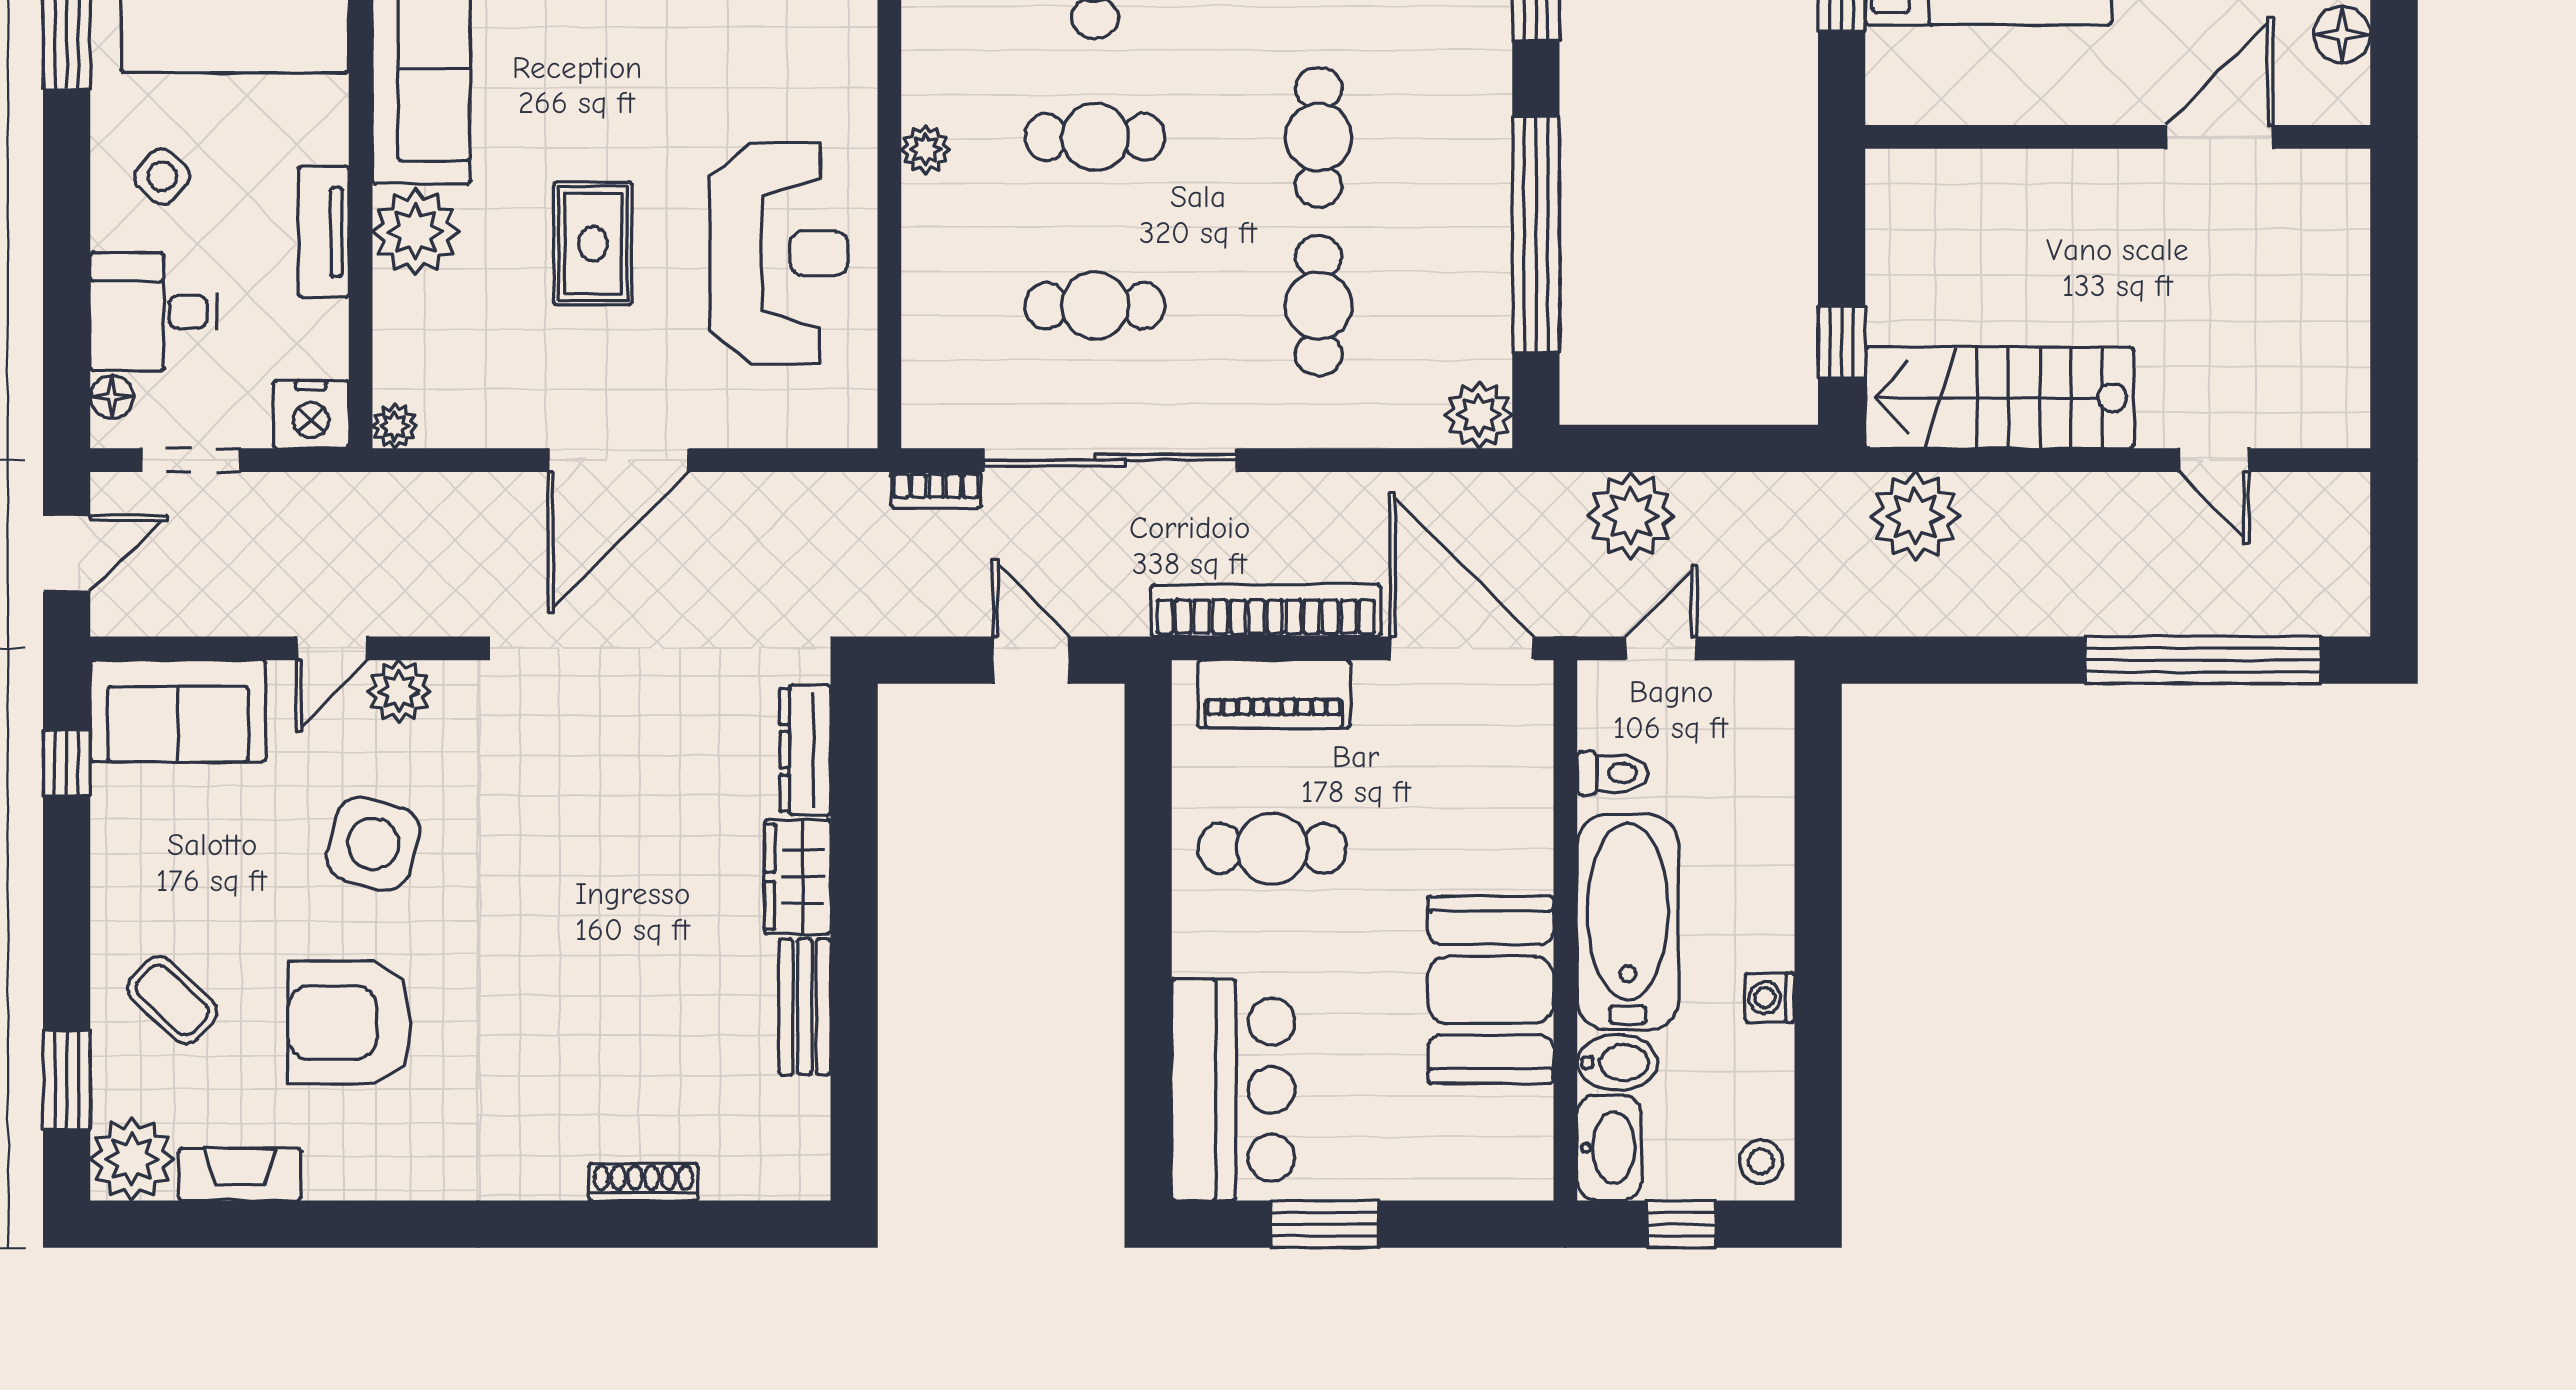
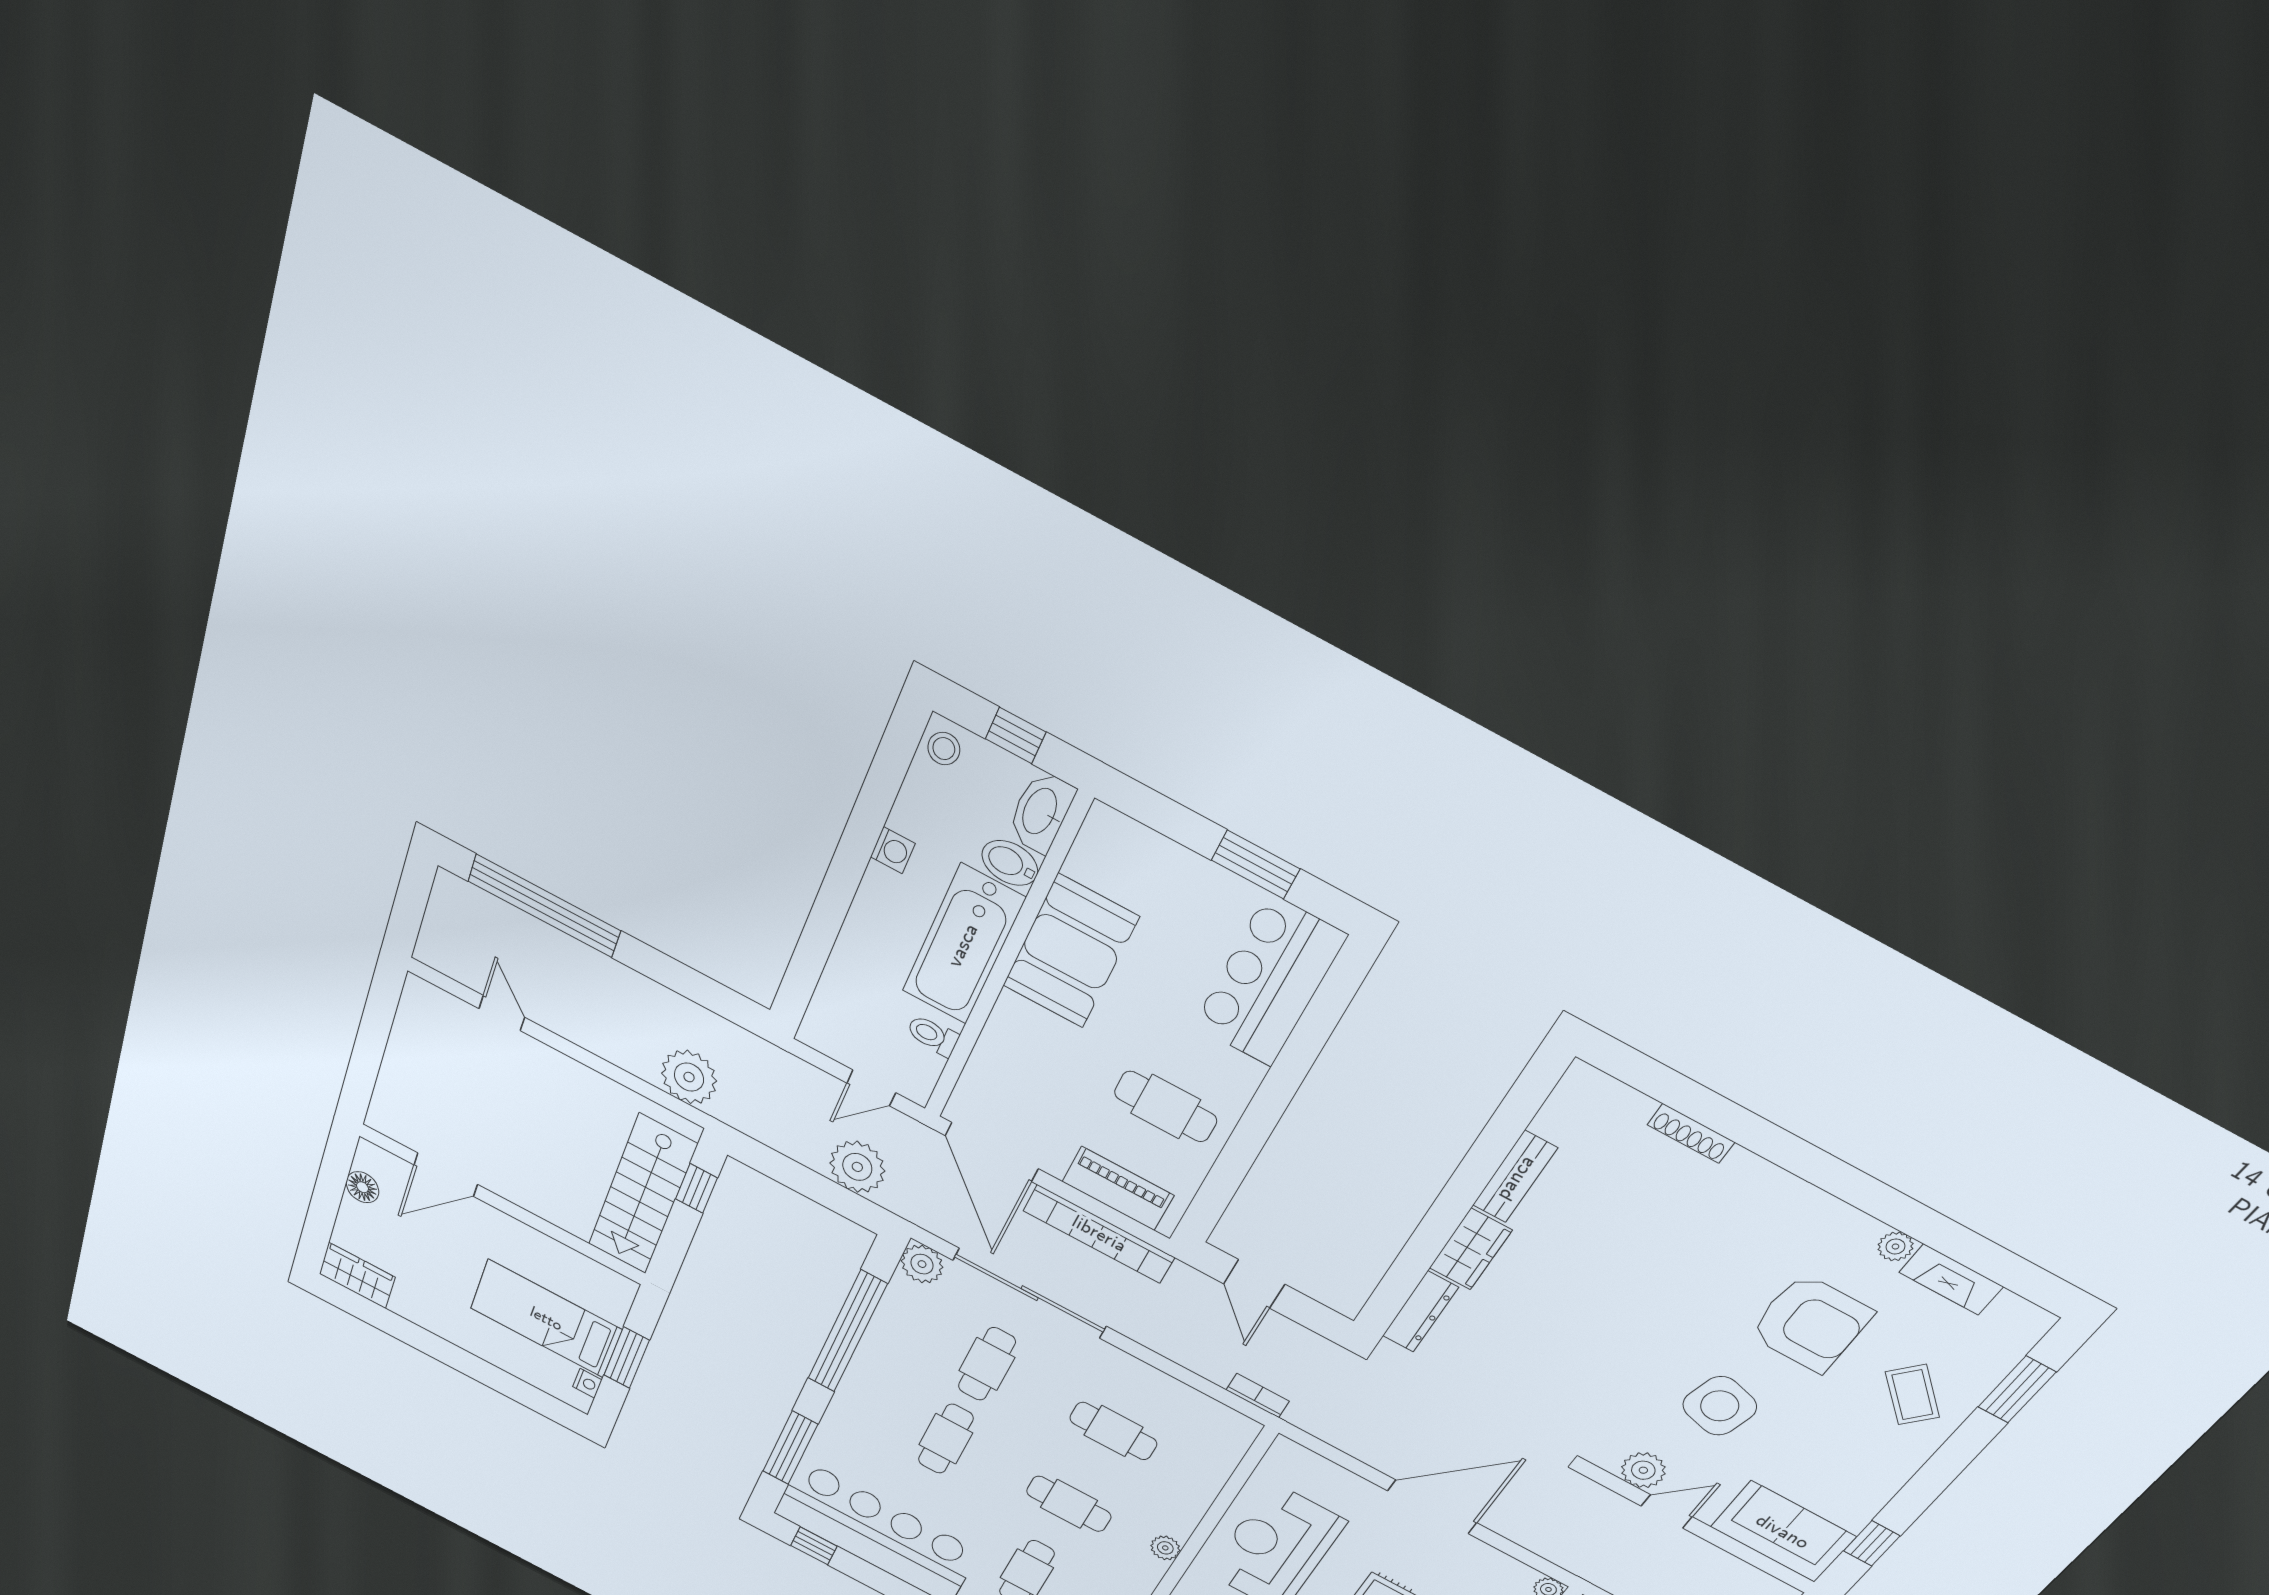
stairs: (1999, 398) -> (642, 1195), moved, turned 90
sliding door: (1110, 460) -> (1030, 1293), moved
plant: (132, 1159) -> (1895, 1246), moved, width x0.53, depth x0.53

